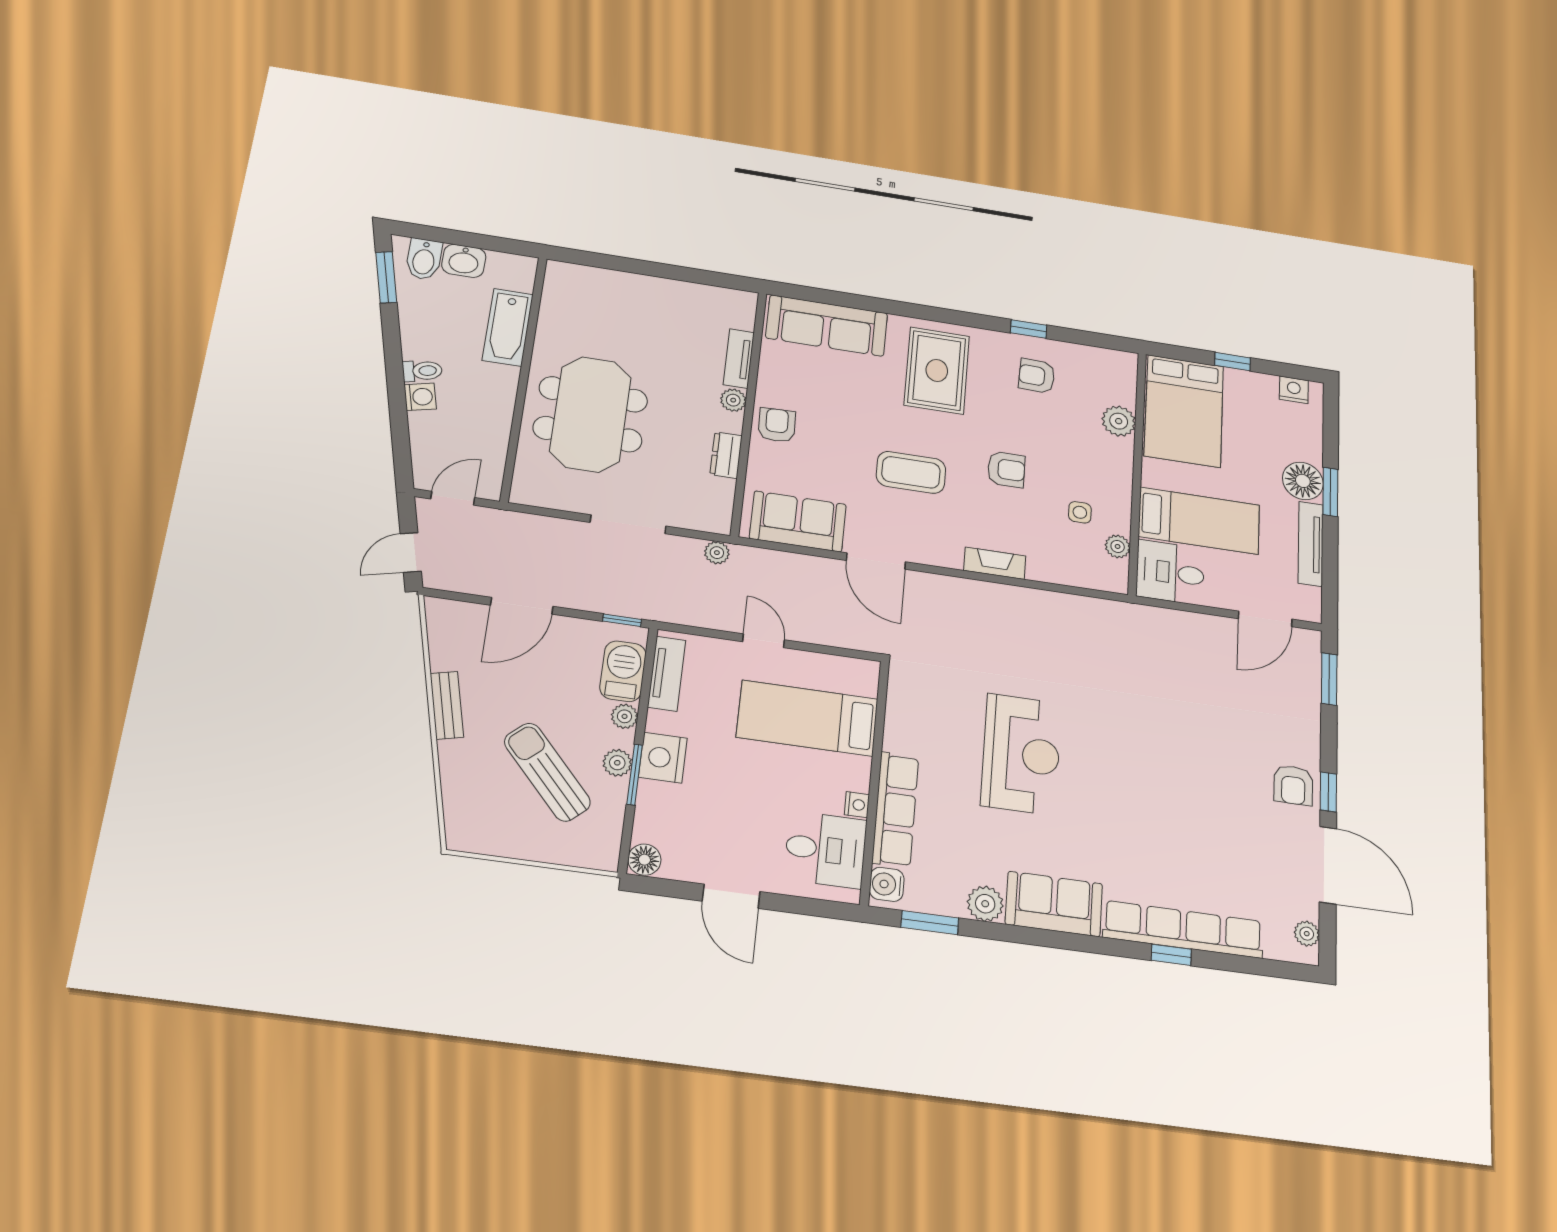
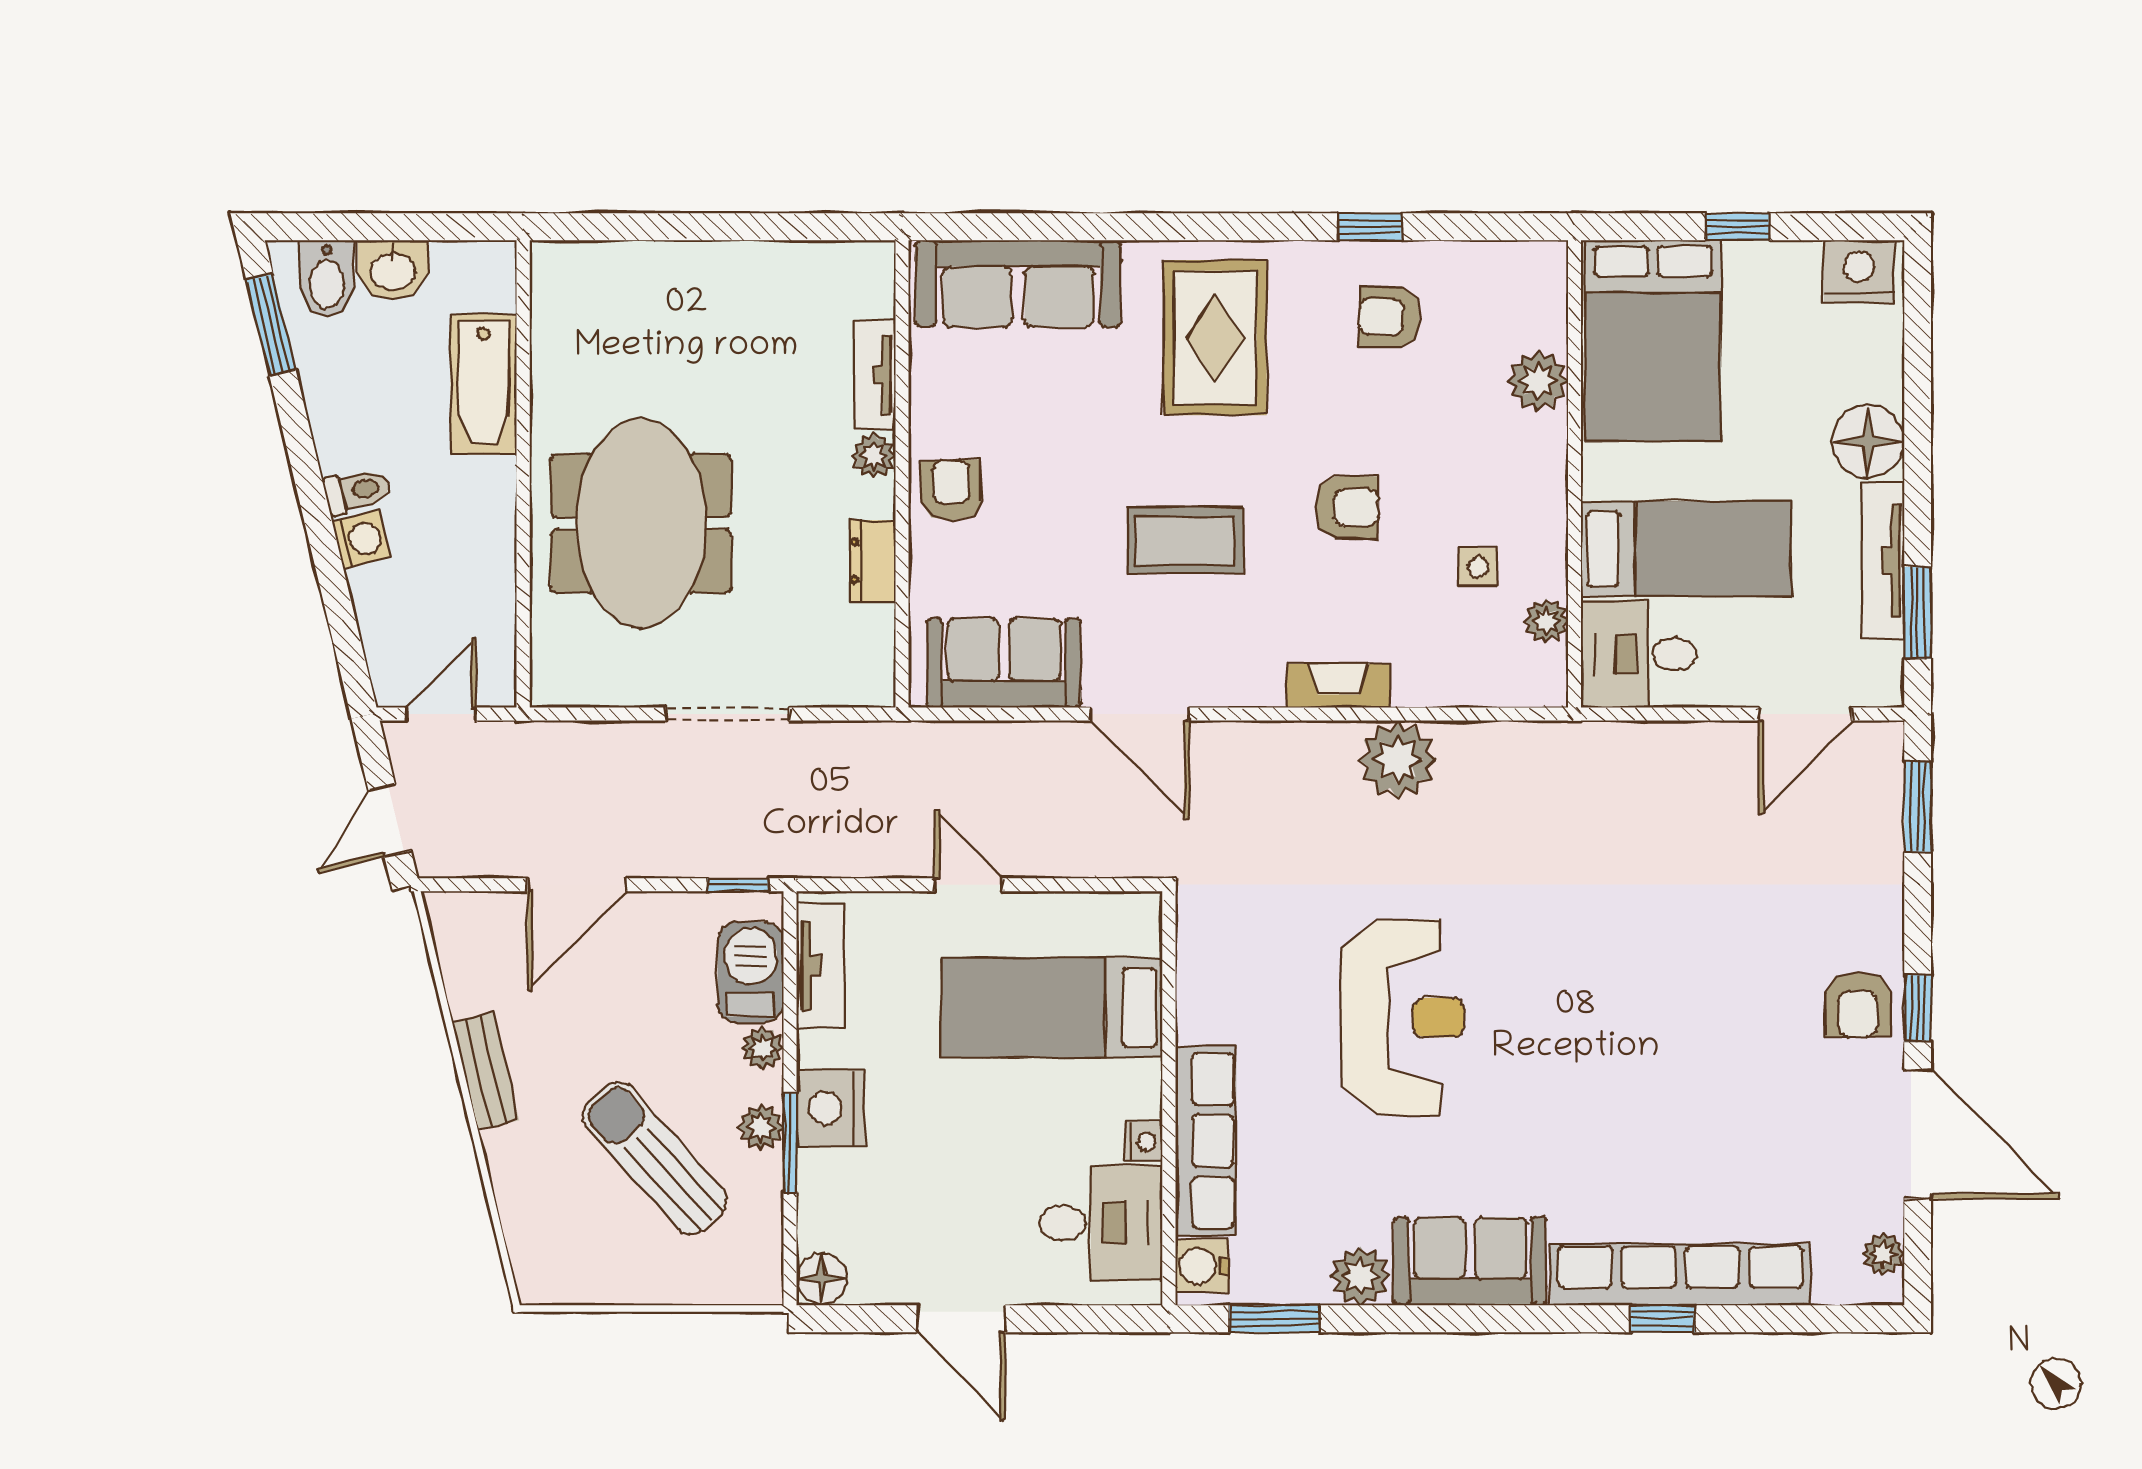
nightstand: (1294, 390) -> (1859, 272), width x1.36, depth x1.33
window: (1330, 492) -> (1918, 613), moved
plant: (717, 553) -> (1398, 759), moved, width x1.88, depth x1.88

